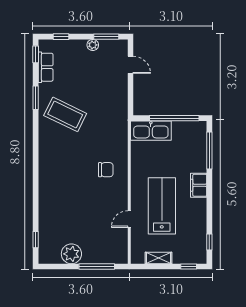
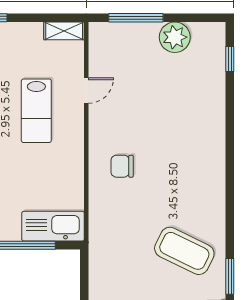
lab bench: (162, 206) -> (36, 111), width x0.73, depth x0.72
shelving: (158, 258) -> (64, 31), moved

